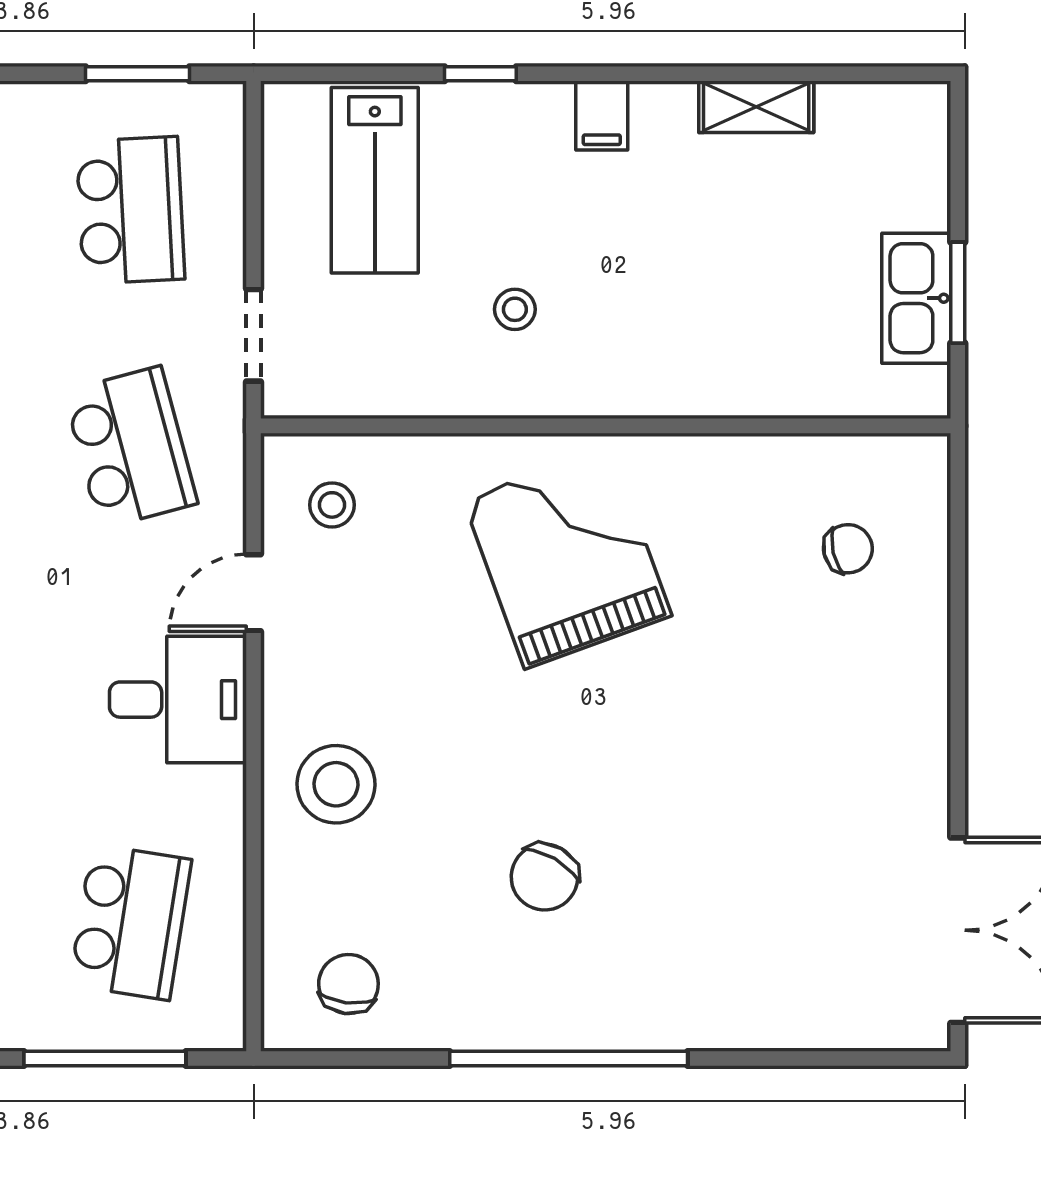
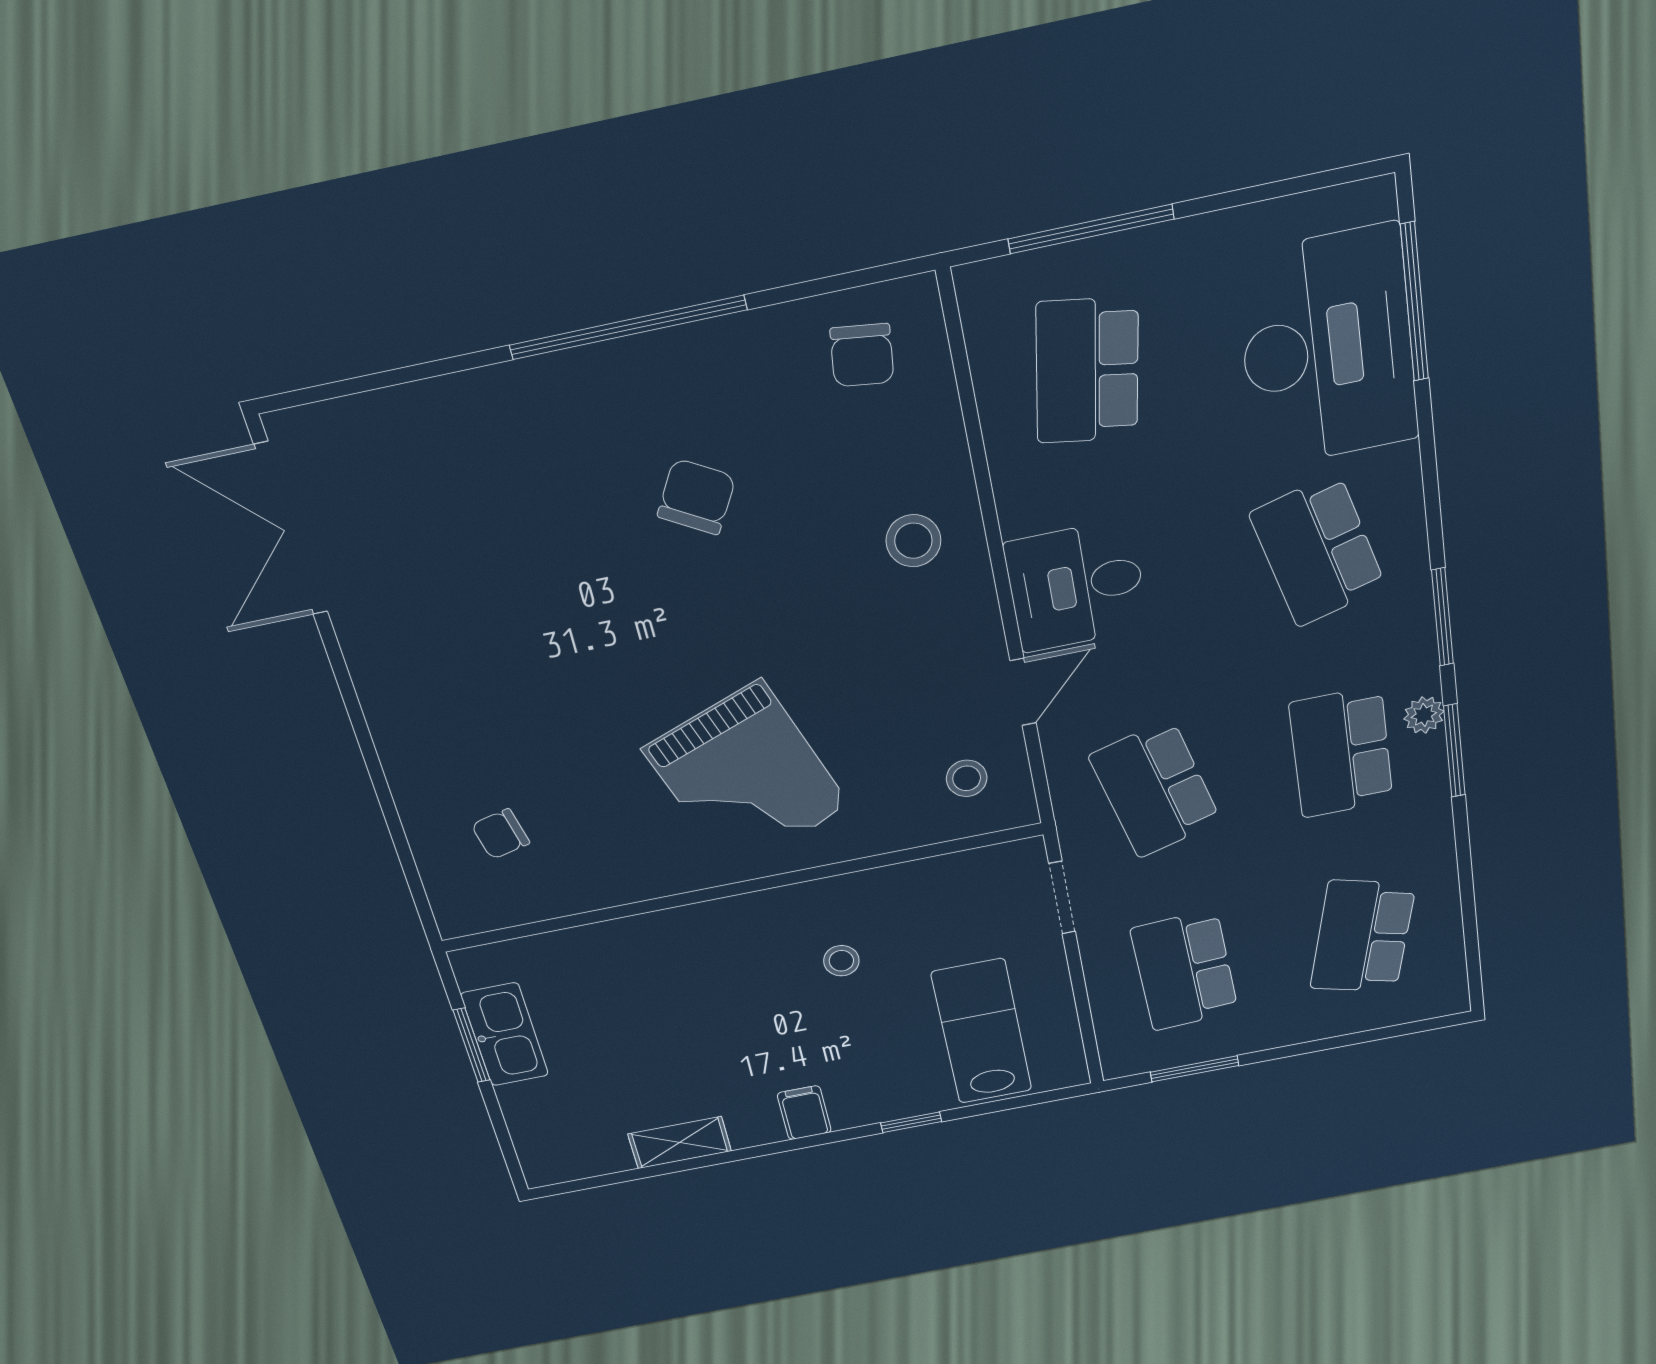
stool: (336, 784) -> (913, 541), width x0.73, depth x0.73

